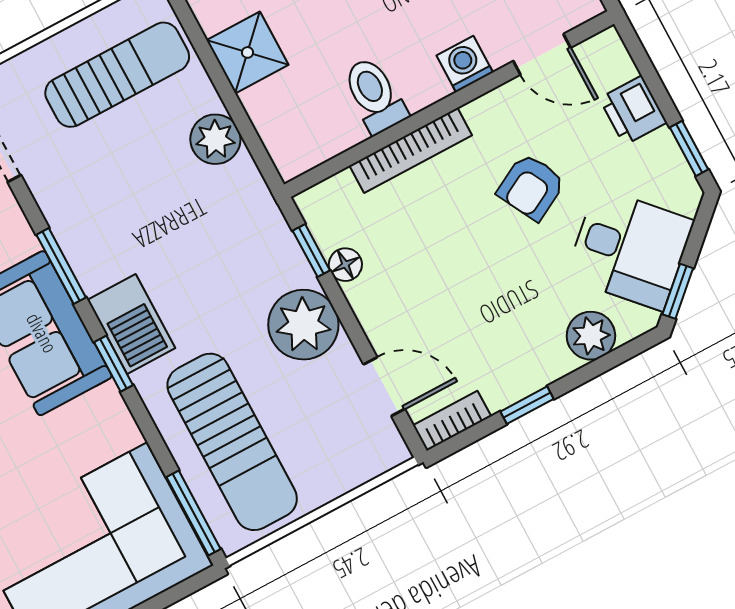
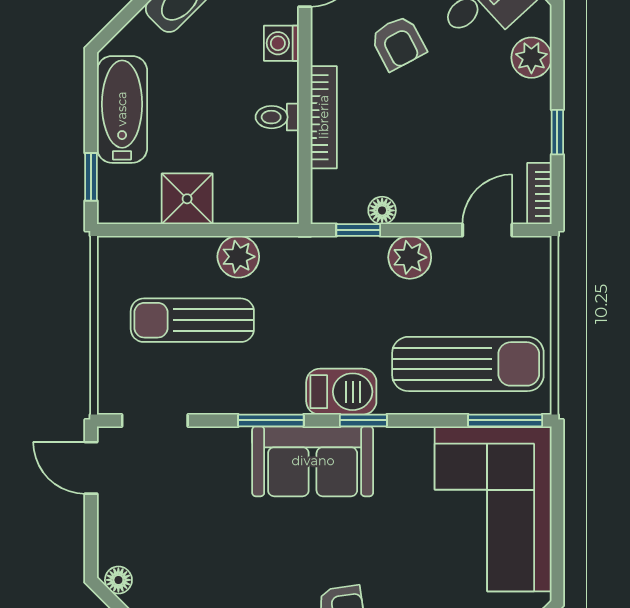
sun lounger: (117, 75) -> (192, 320), moved, turned -90
toilet: (375, 95) -> (277, 117), width x0.73, depth x0.72
plant: (303, 325) -> (410, 257), width x0.73, depth x0.73

